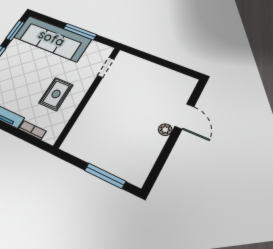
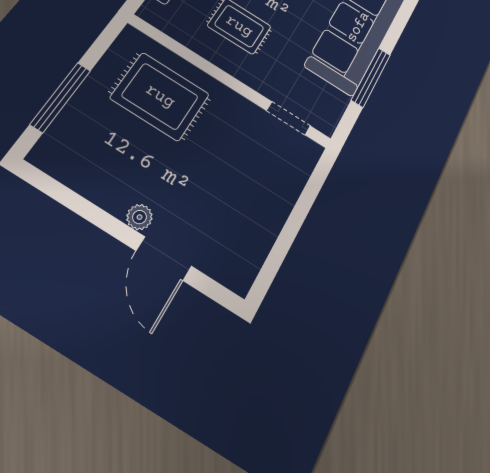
door: (184, 116) -> (164, 258), hinge flipped
rug: (100, 128) -> (160, 96), added

